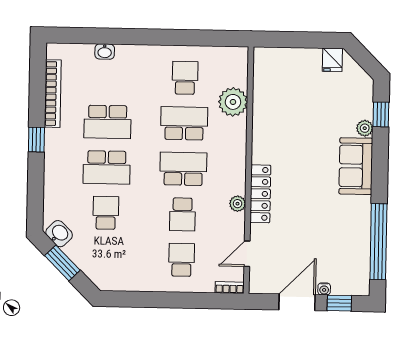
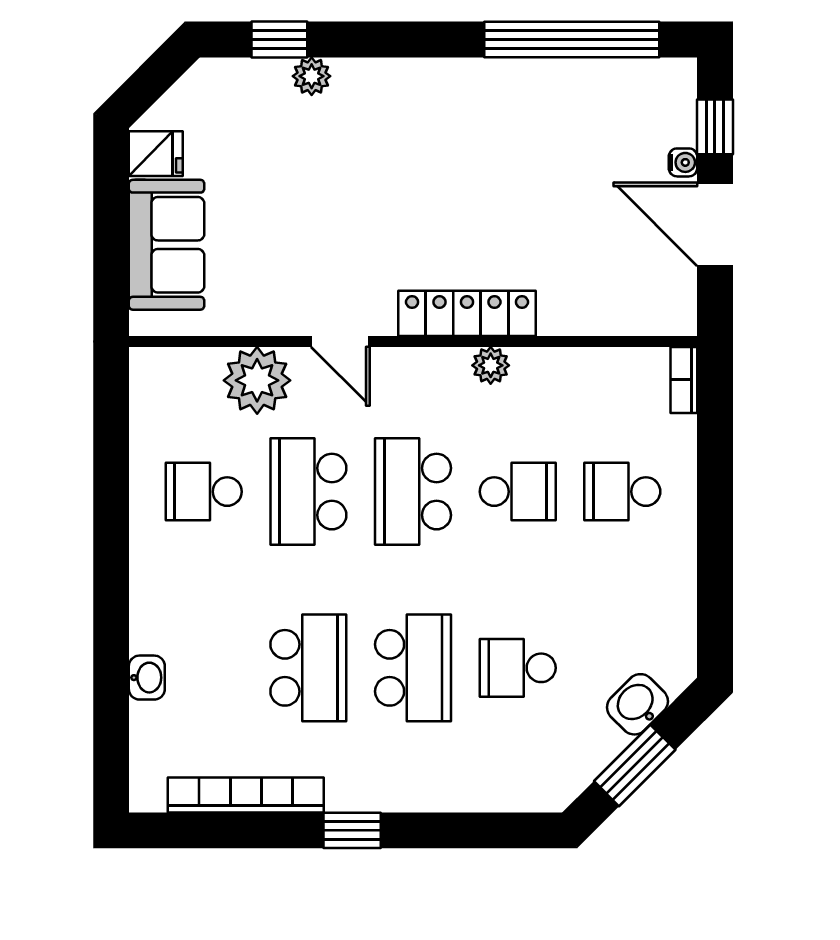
sofa: (356, 166) -> (167, 245), moved, turned -90
washbasin: (59, 234) -> (637, 704), moved
door: (247, 254) -> (340, 341), moved

